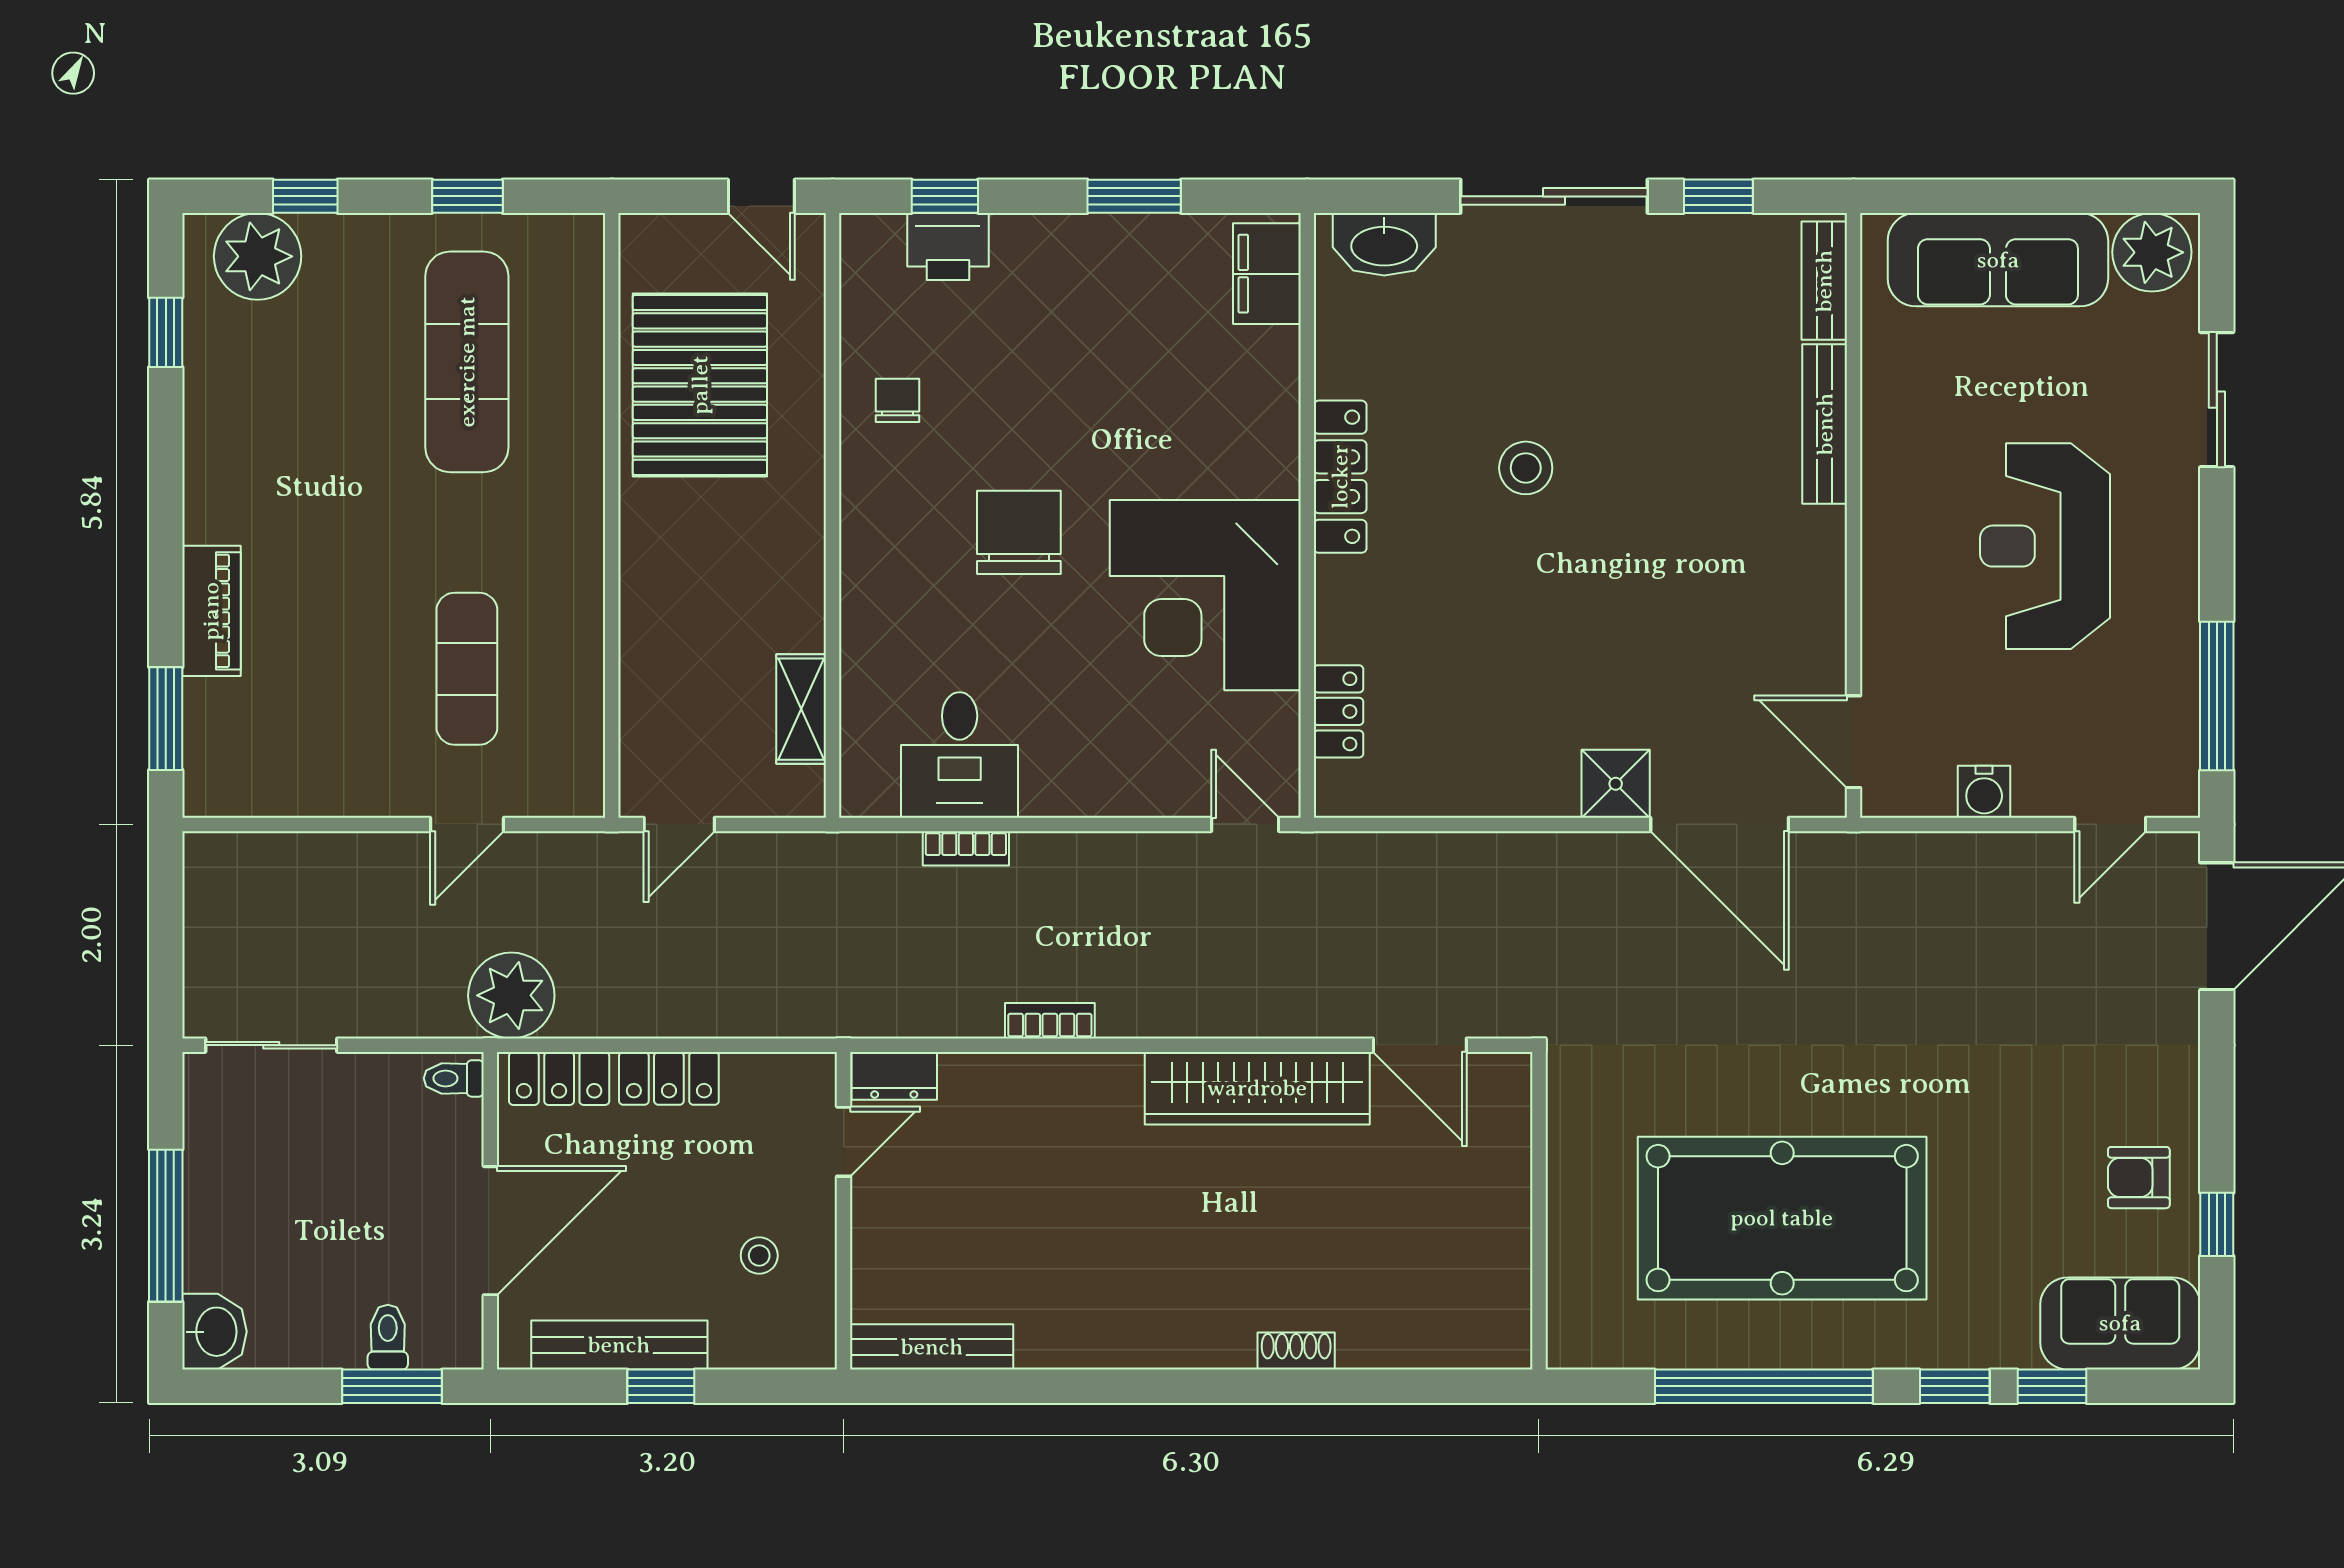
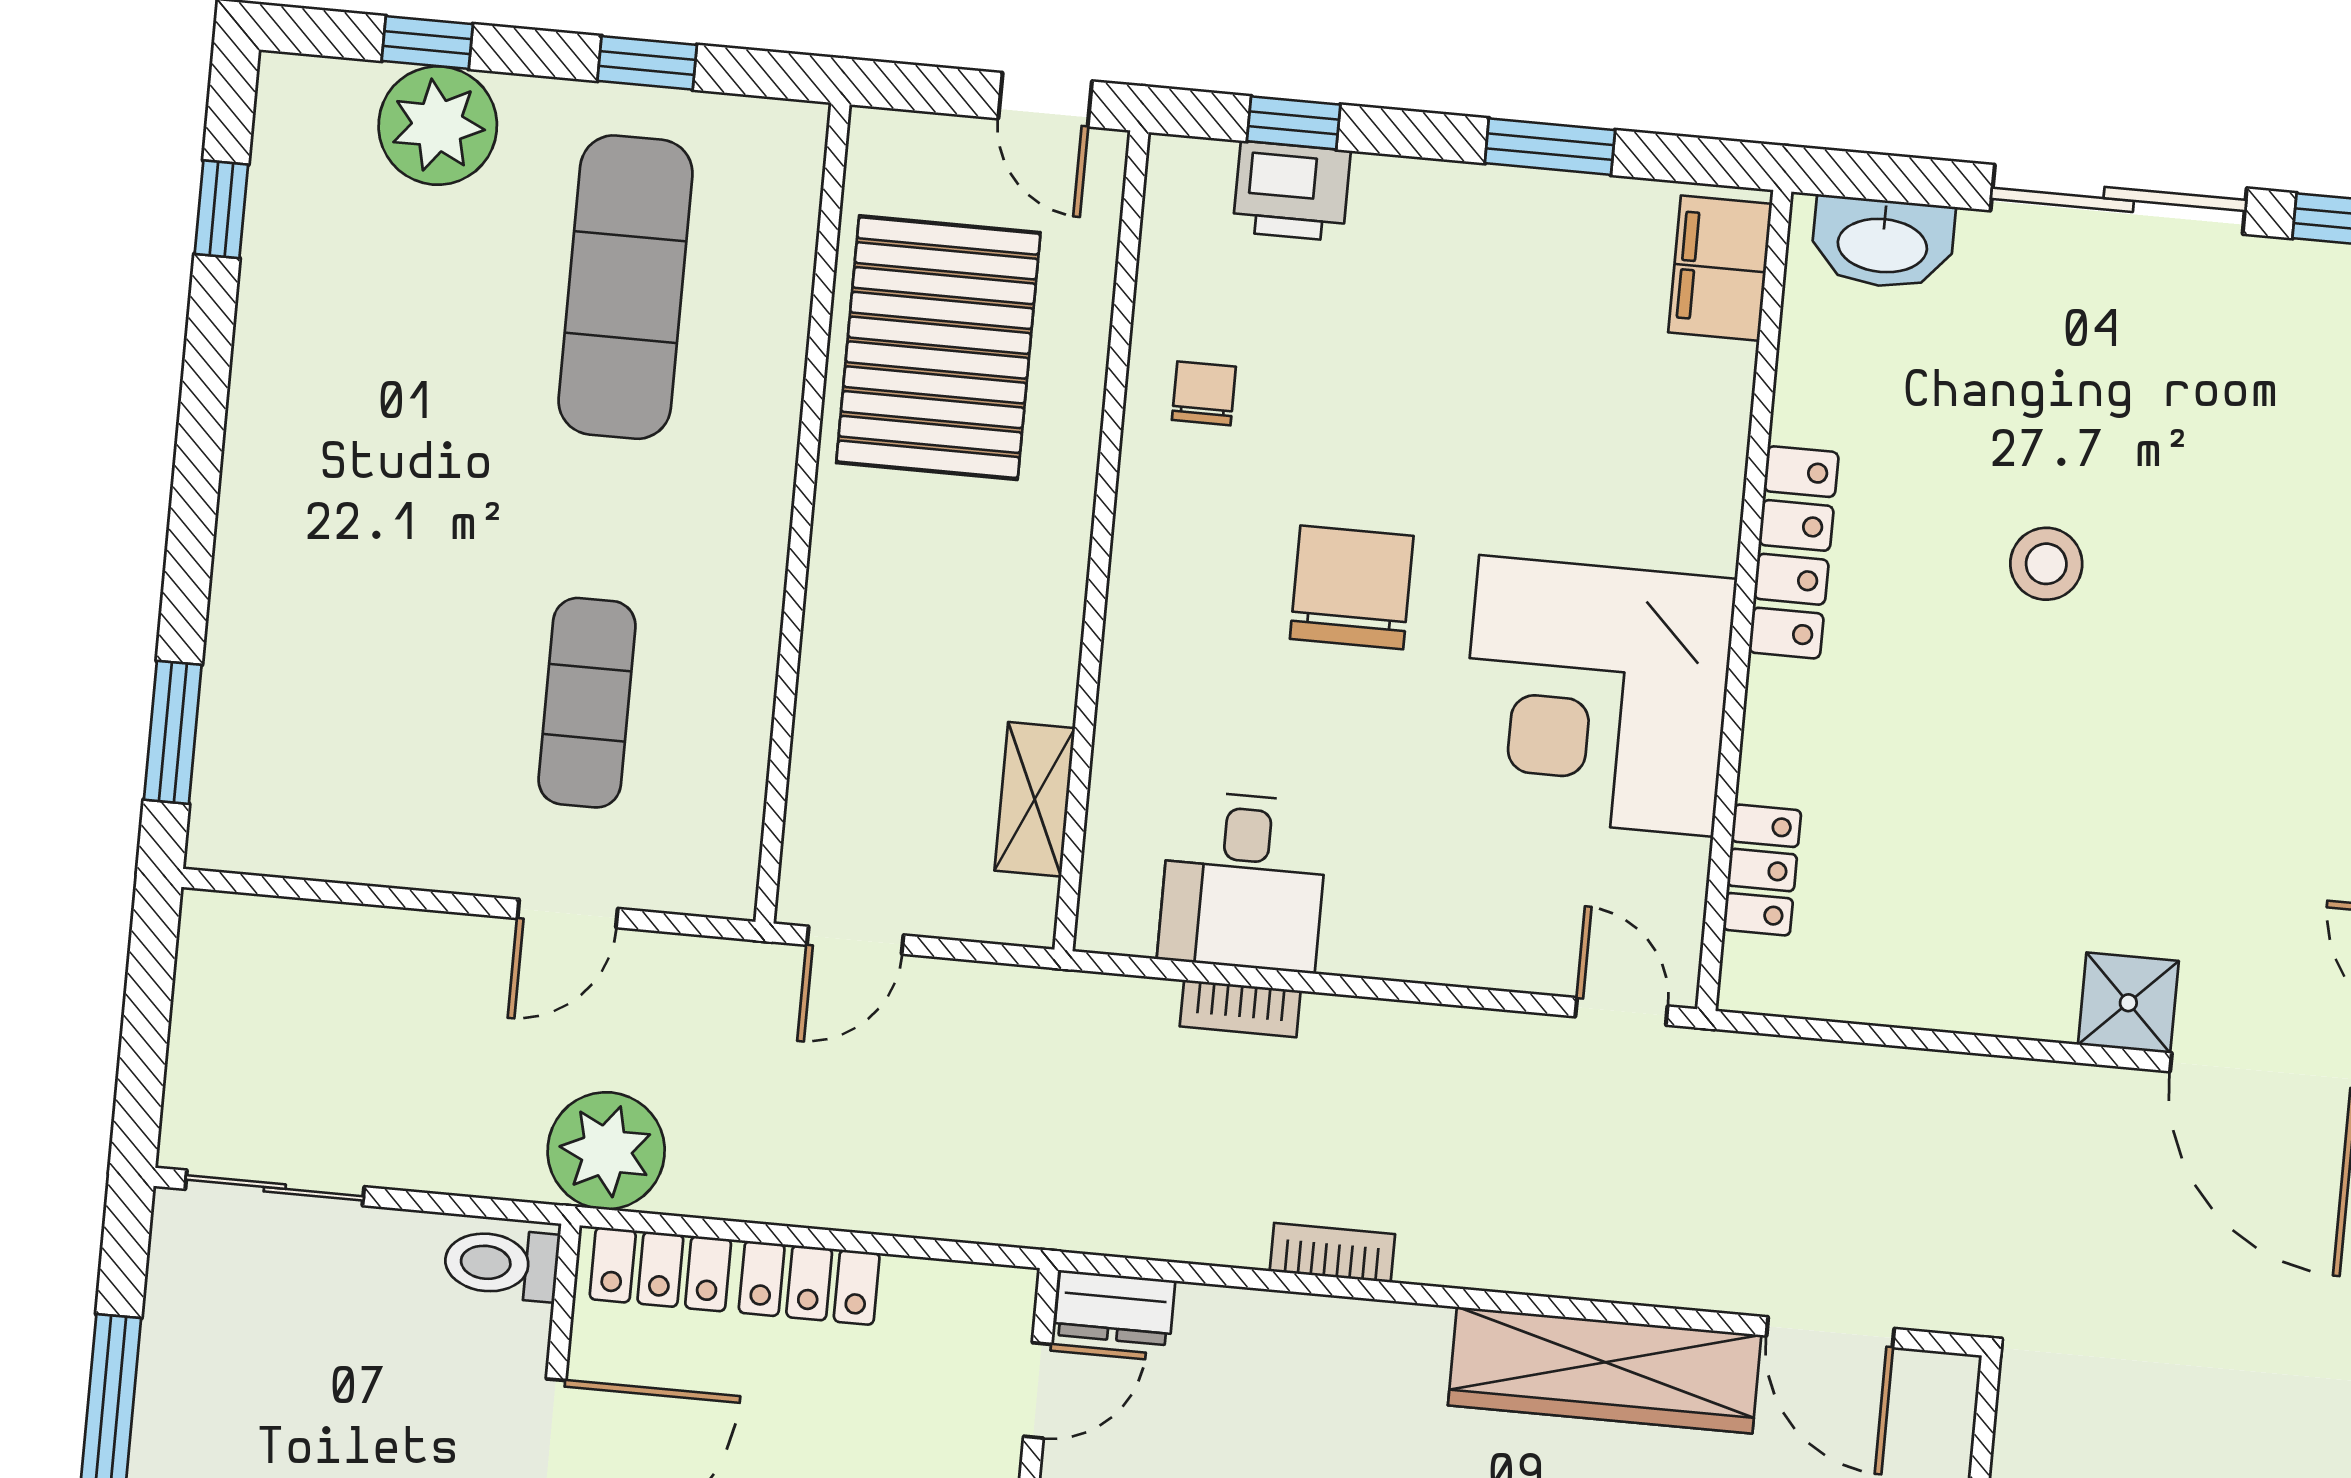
plant: (258, 256) -> (438, 126), moved
piano: (211, 611) -> (248, 592), removed
toilet: (454, 1078) -> (501, 1264), width x1.37, depth x1.39

